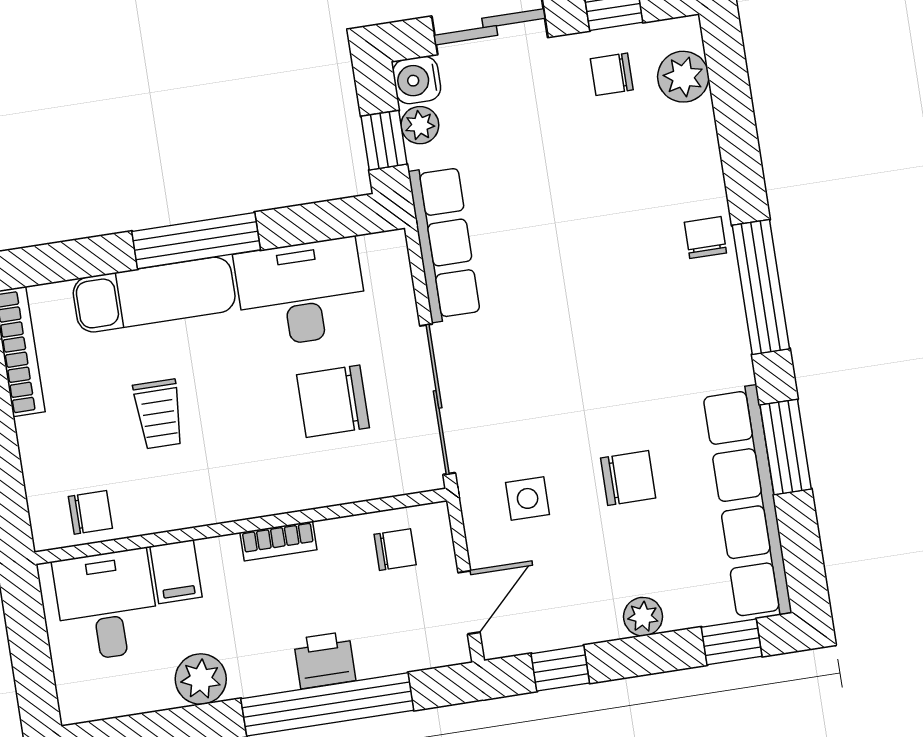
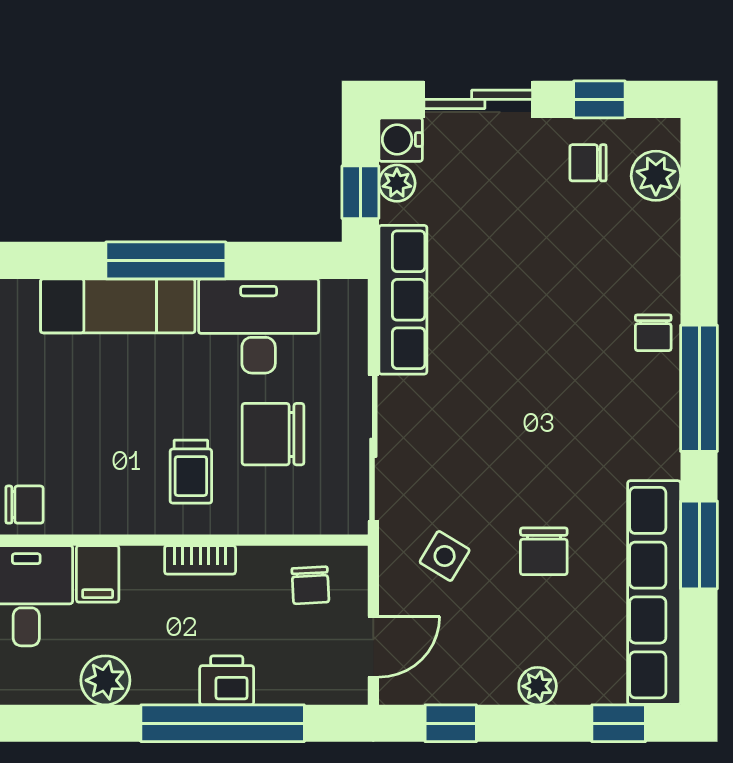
chair: (705, 238) -> (653, 333), turned 180
trolley: (159, 414) -> (191, 472), moved
chair: (628, 478) -> (544, 551), turned 90
side table: (528, 498) -> (445, 556), turned 31
chair: (395, 550) -> (310, 585), turned 87

